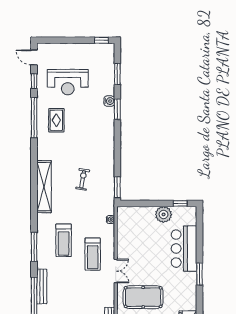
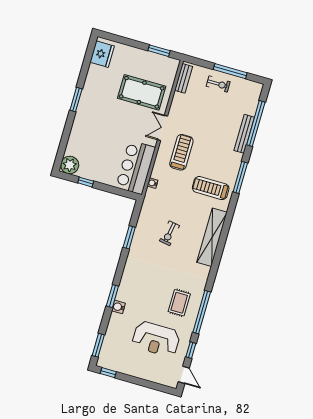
window: (117, 74) -> (98, 345), moved
reception desk: (68, 82) -> (156, 339), turned 180
window: (117, 187) -> (129, 237), moved
window: (180, 203) -> (86, 182), moved
plant: (164, 214) -> (70, 165), moved
treadmill: (64, 240) -> (211, 188), moved, turned -90
bar counter: (184, 249) -> (136, 167), moved, turned 180

